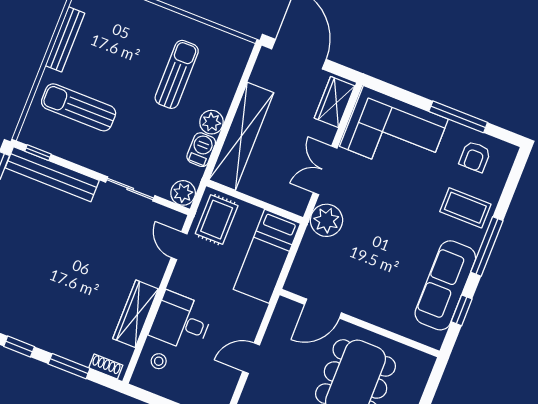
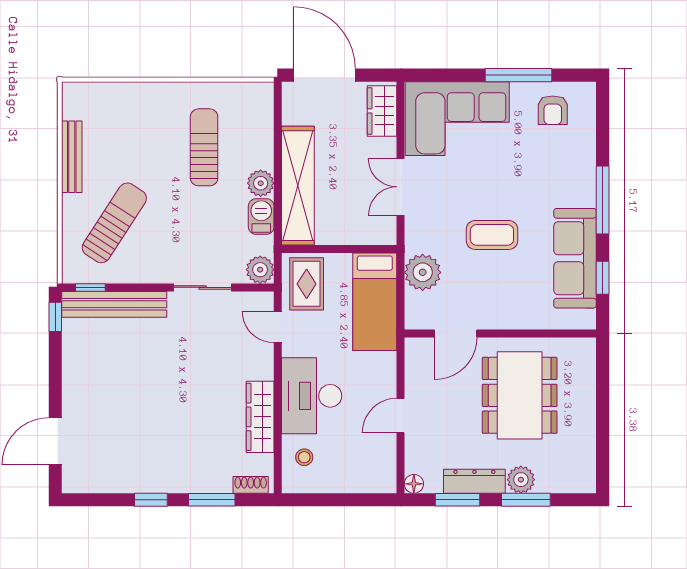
sun lounger: (79, 107) -> (114, 223), turned 123
coffee table: (465, 208) -> (492, 235), moved
plant: (326, 220) -> (423, 272), moved
desk: (181, 322) -> (312, 396), width x1.37

